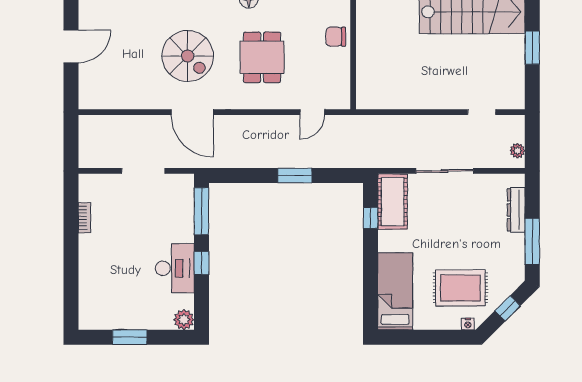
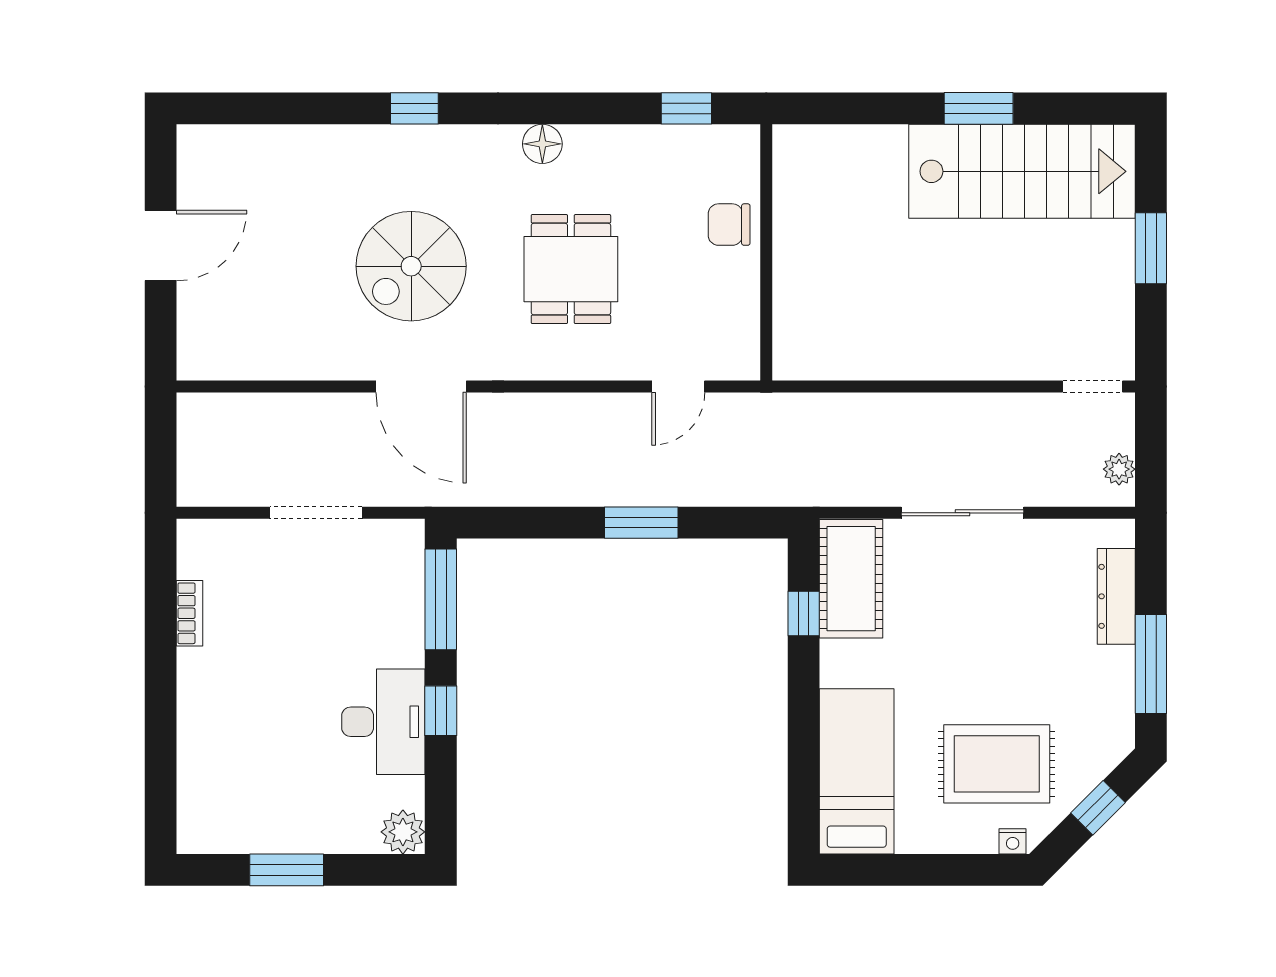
spiral stairs: (188, 56) -> (411, 266), turned 90
doorway: (482, 112) -> (1093, 387), moved

